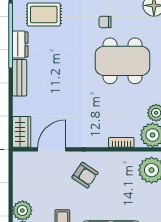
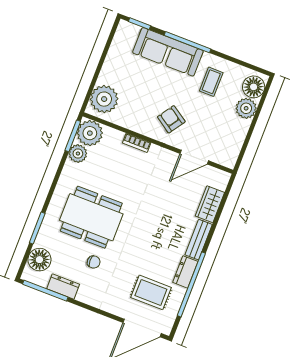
wardrobe: (22, 132) -> (210, 204), moved
bookcase: (121, 142) -> (137, 143), moved

